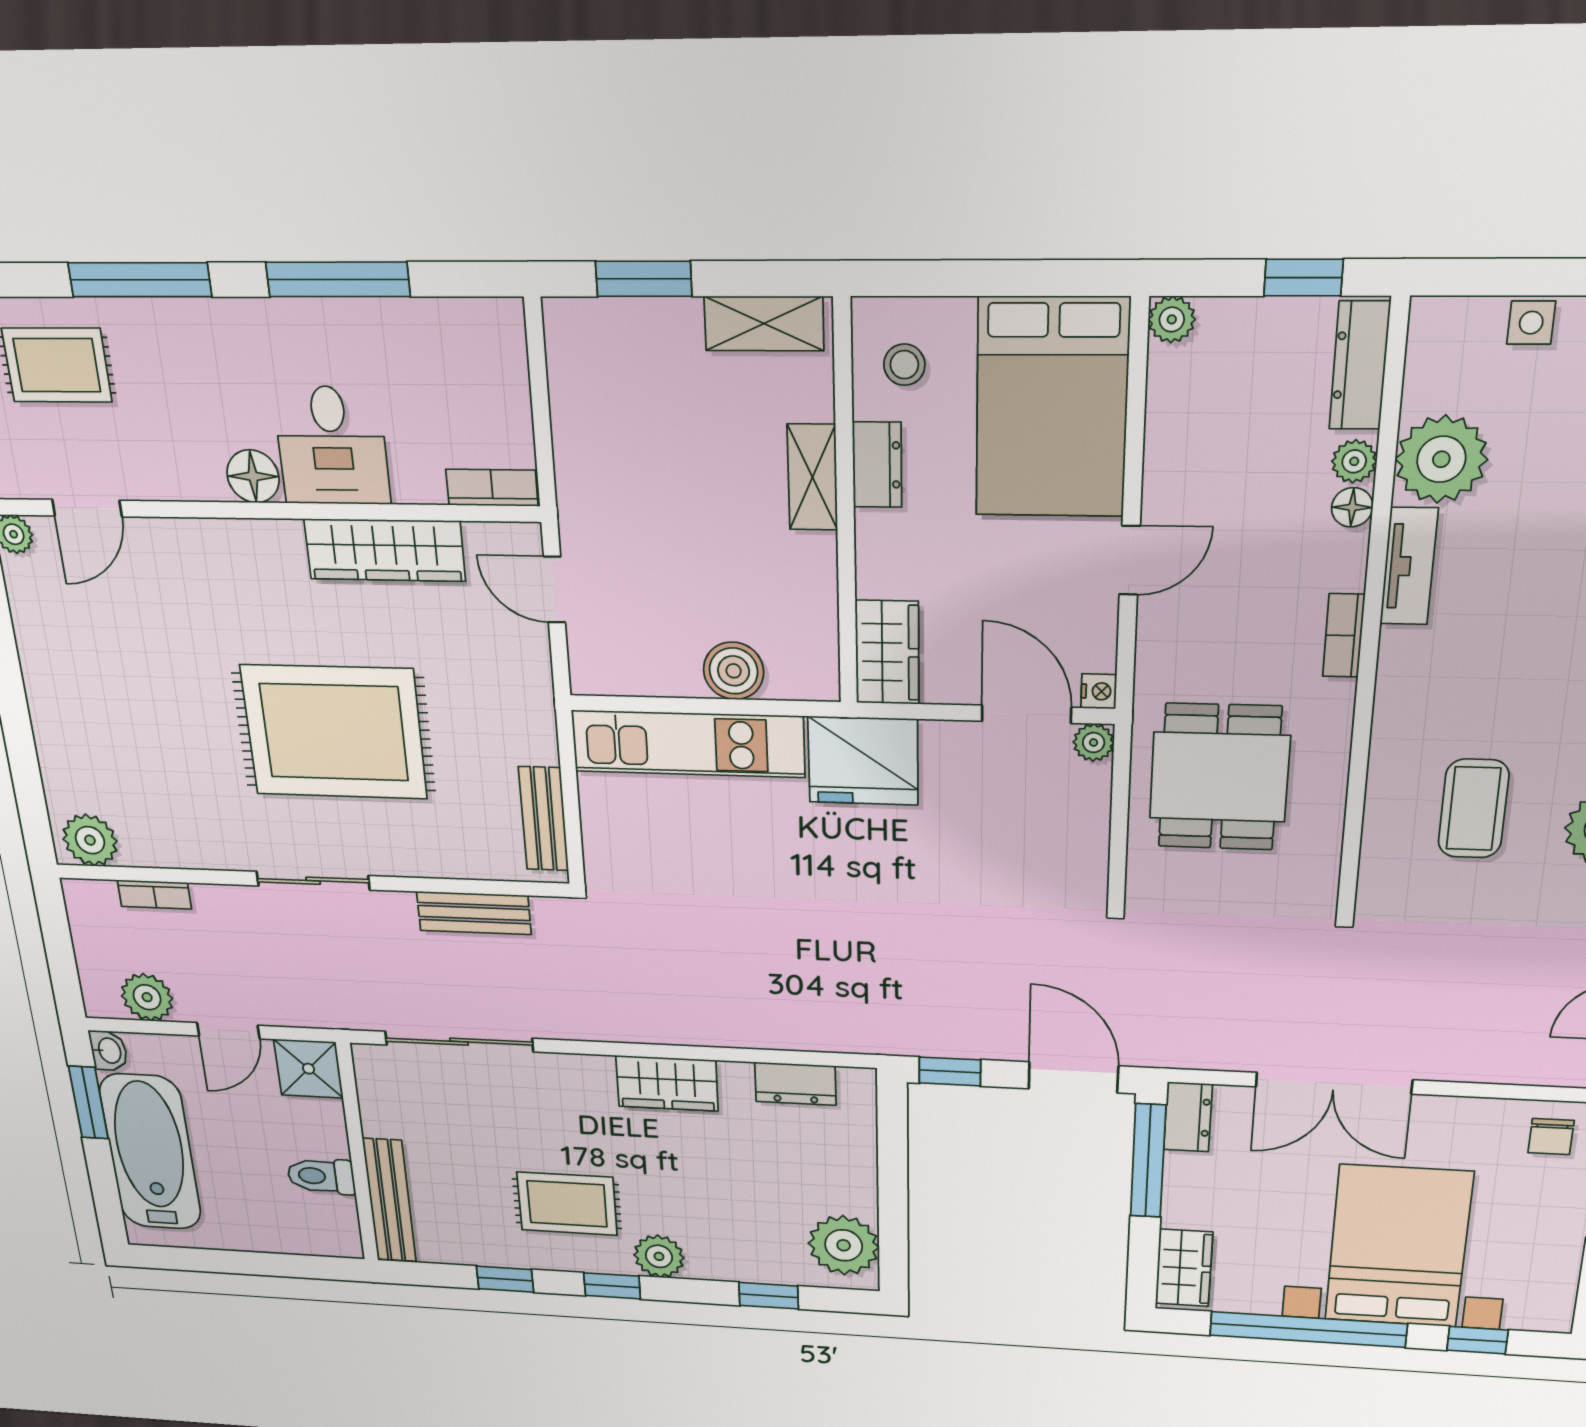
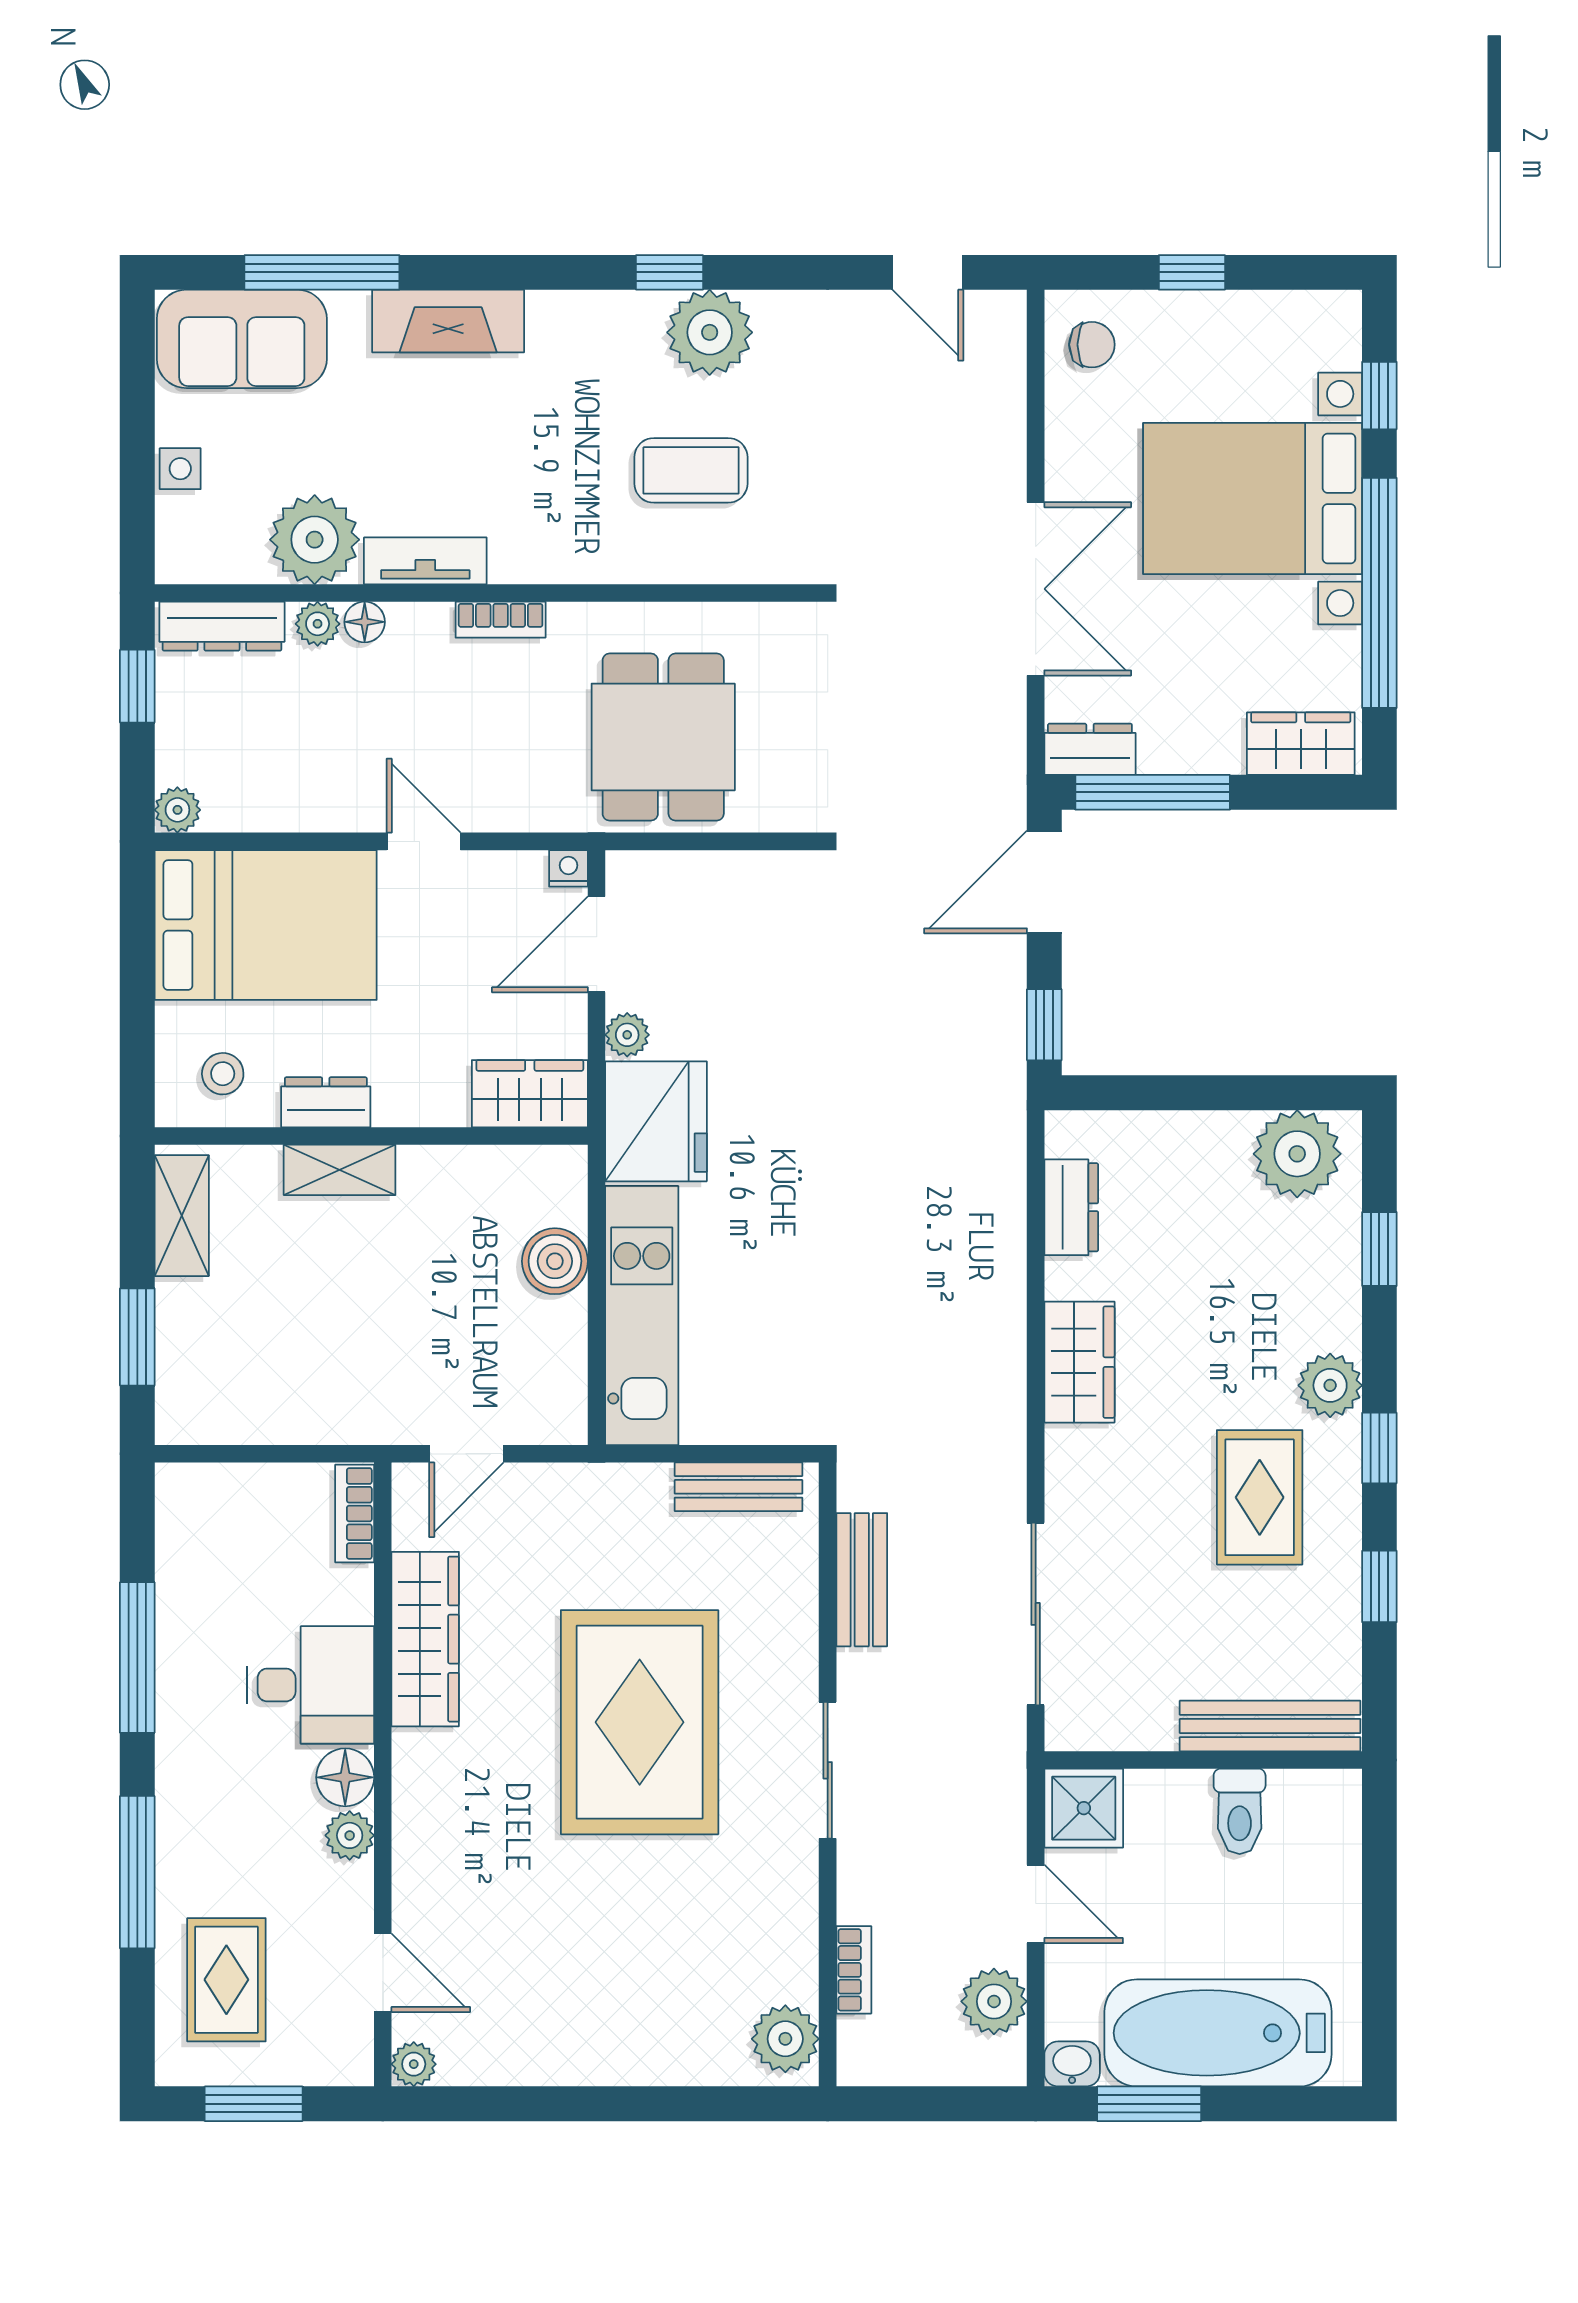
plant: (202, 480) -> (350, 1835), added
plant: (1094, 743) -> (627, 1035), moved
dining table: (1219, 777) -> (663, 737), turned 90

